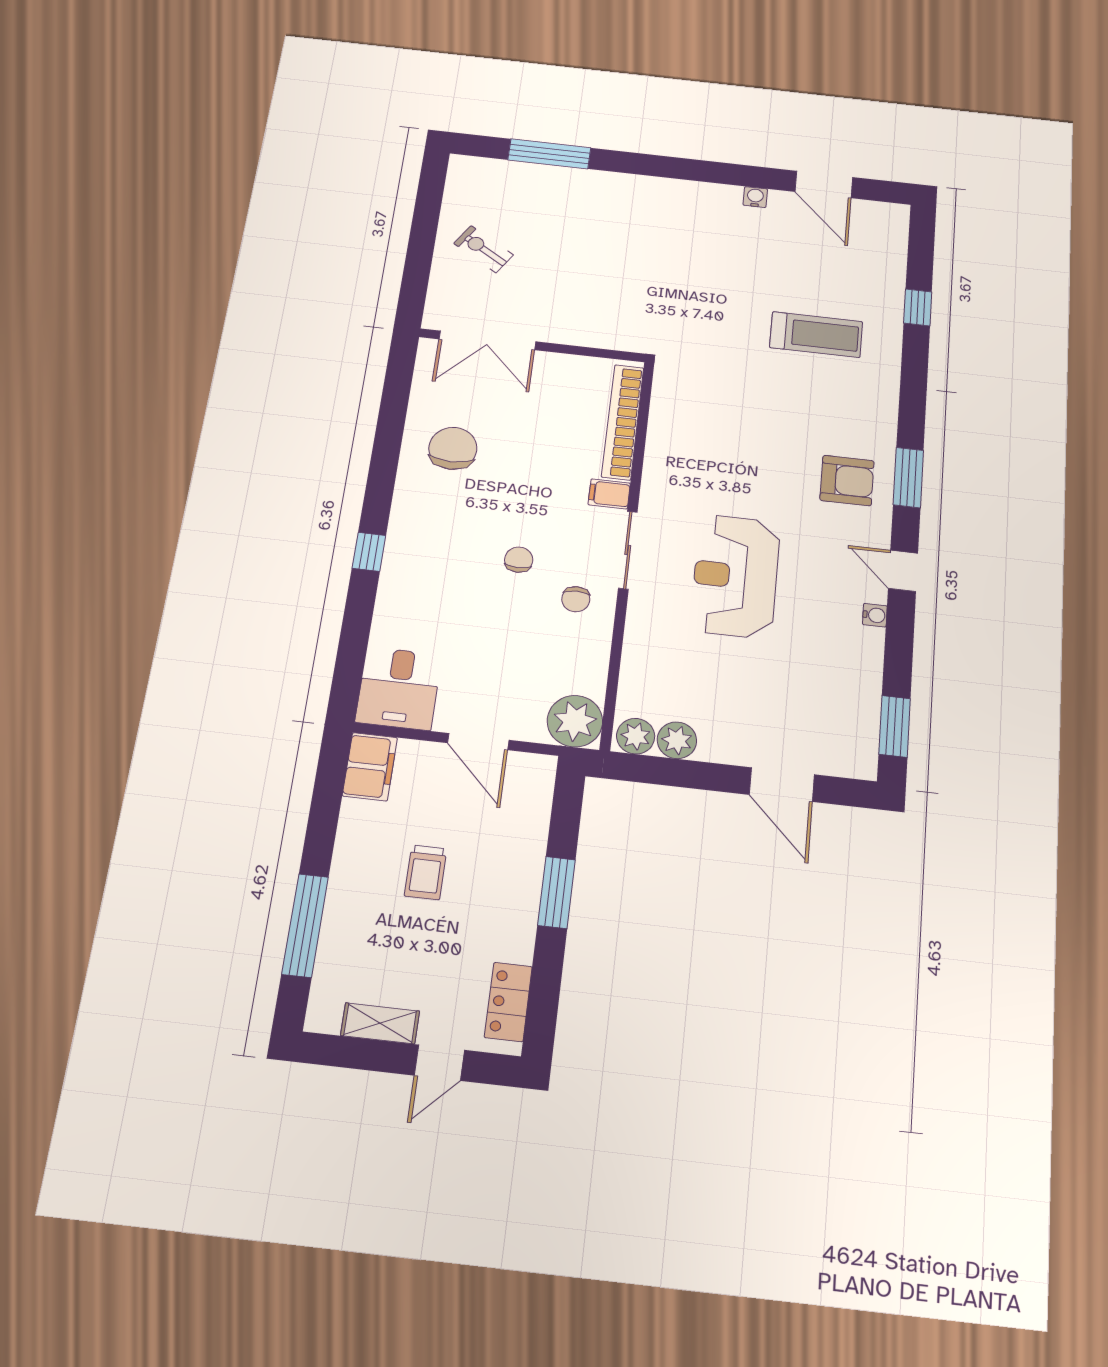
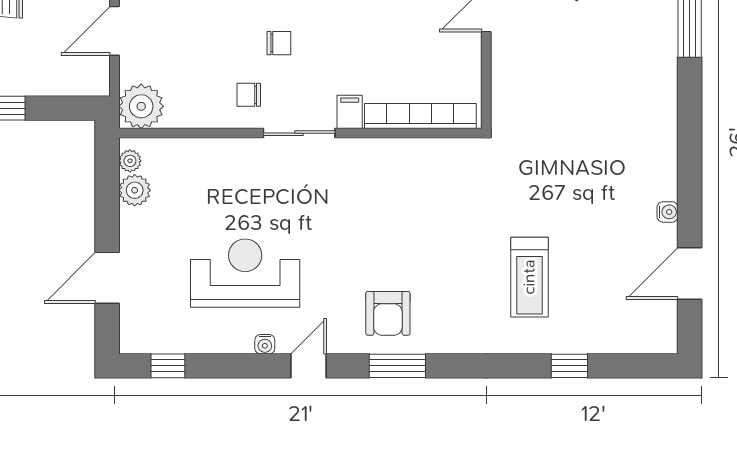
reception desk: (735, 576) -> (245, 273), moved
window: (895, 726) -> (168, 366), width x0.67
plant: (636, 736) -> (130, 161), width x0.73, depth x0.73

